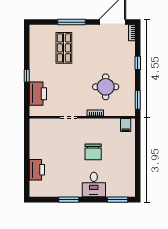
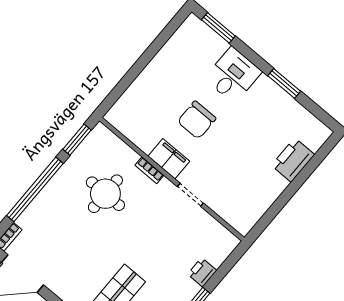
window: (138, 63) -> (35, 189), width x3.17
printer: (38, 94) -> (202, 272), width x0.53, depth x0.68
filing cabinet: (126, 125) -> (169, 159), moved, width x2.00
chair: (93, 152) -> (197, 120), turned 180

